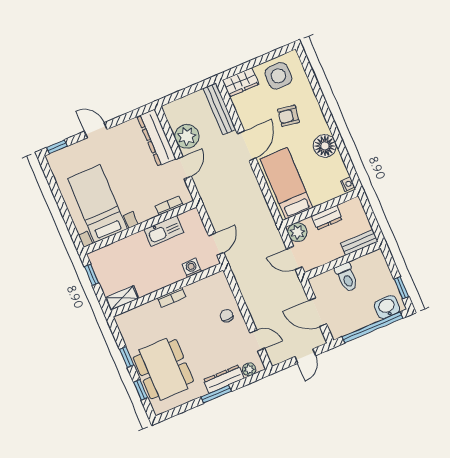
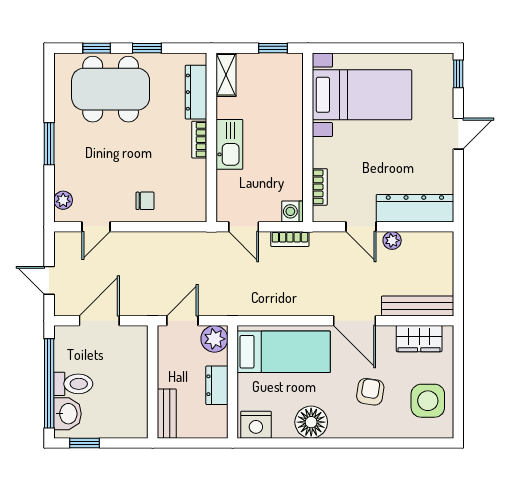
wardrobe: (241, 82) -> (419, 339), moved, turned -90
plant: (187, 136) -> (392, 240), width x0.53, depth x0.53
nightstand: (348, 184) -> (256, 425), width x1.89, depth x1.79
bookcase: (211, 211) -> (290, 239), added
kitchen sink: (164, 231) -> (229, 144), moved, turned 180
washing machine: (192, 268) -> (292, 211), moved, turned 180
toilet: (347, 277) -> (73, 384), moved, turned 180
dresser: (224, 379) -> (196, 92), moved, turned 180

